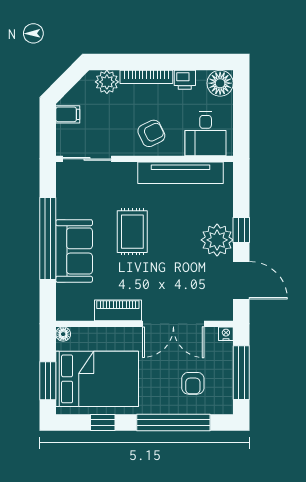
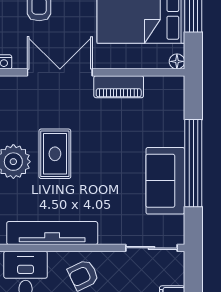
rug: (132, 232) -> (55, 154), moved
sofa: (74, 251) -> (165, 181), moved

